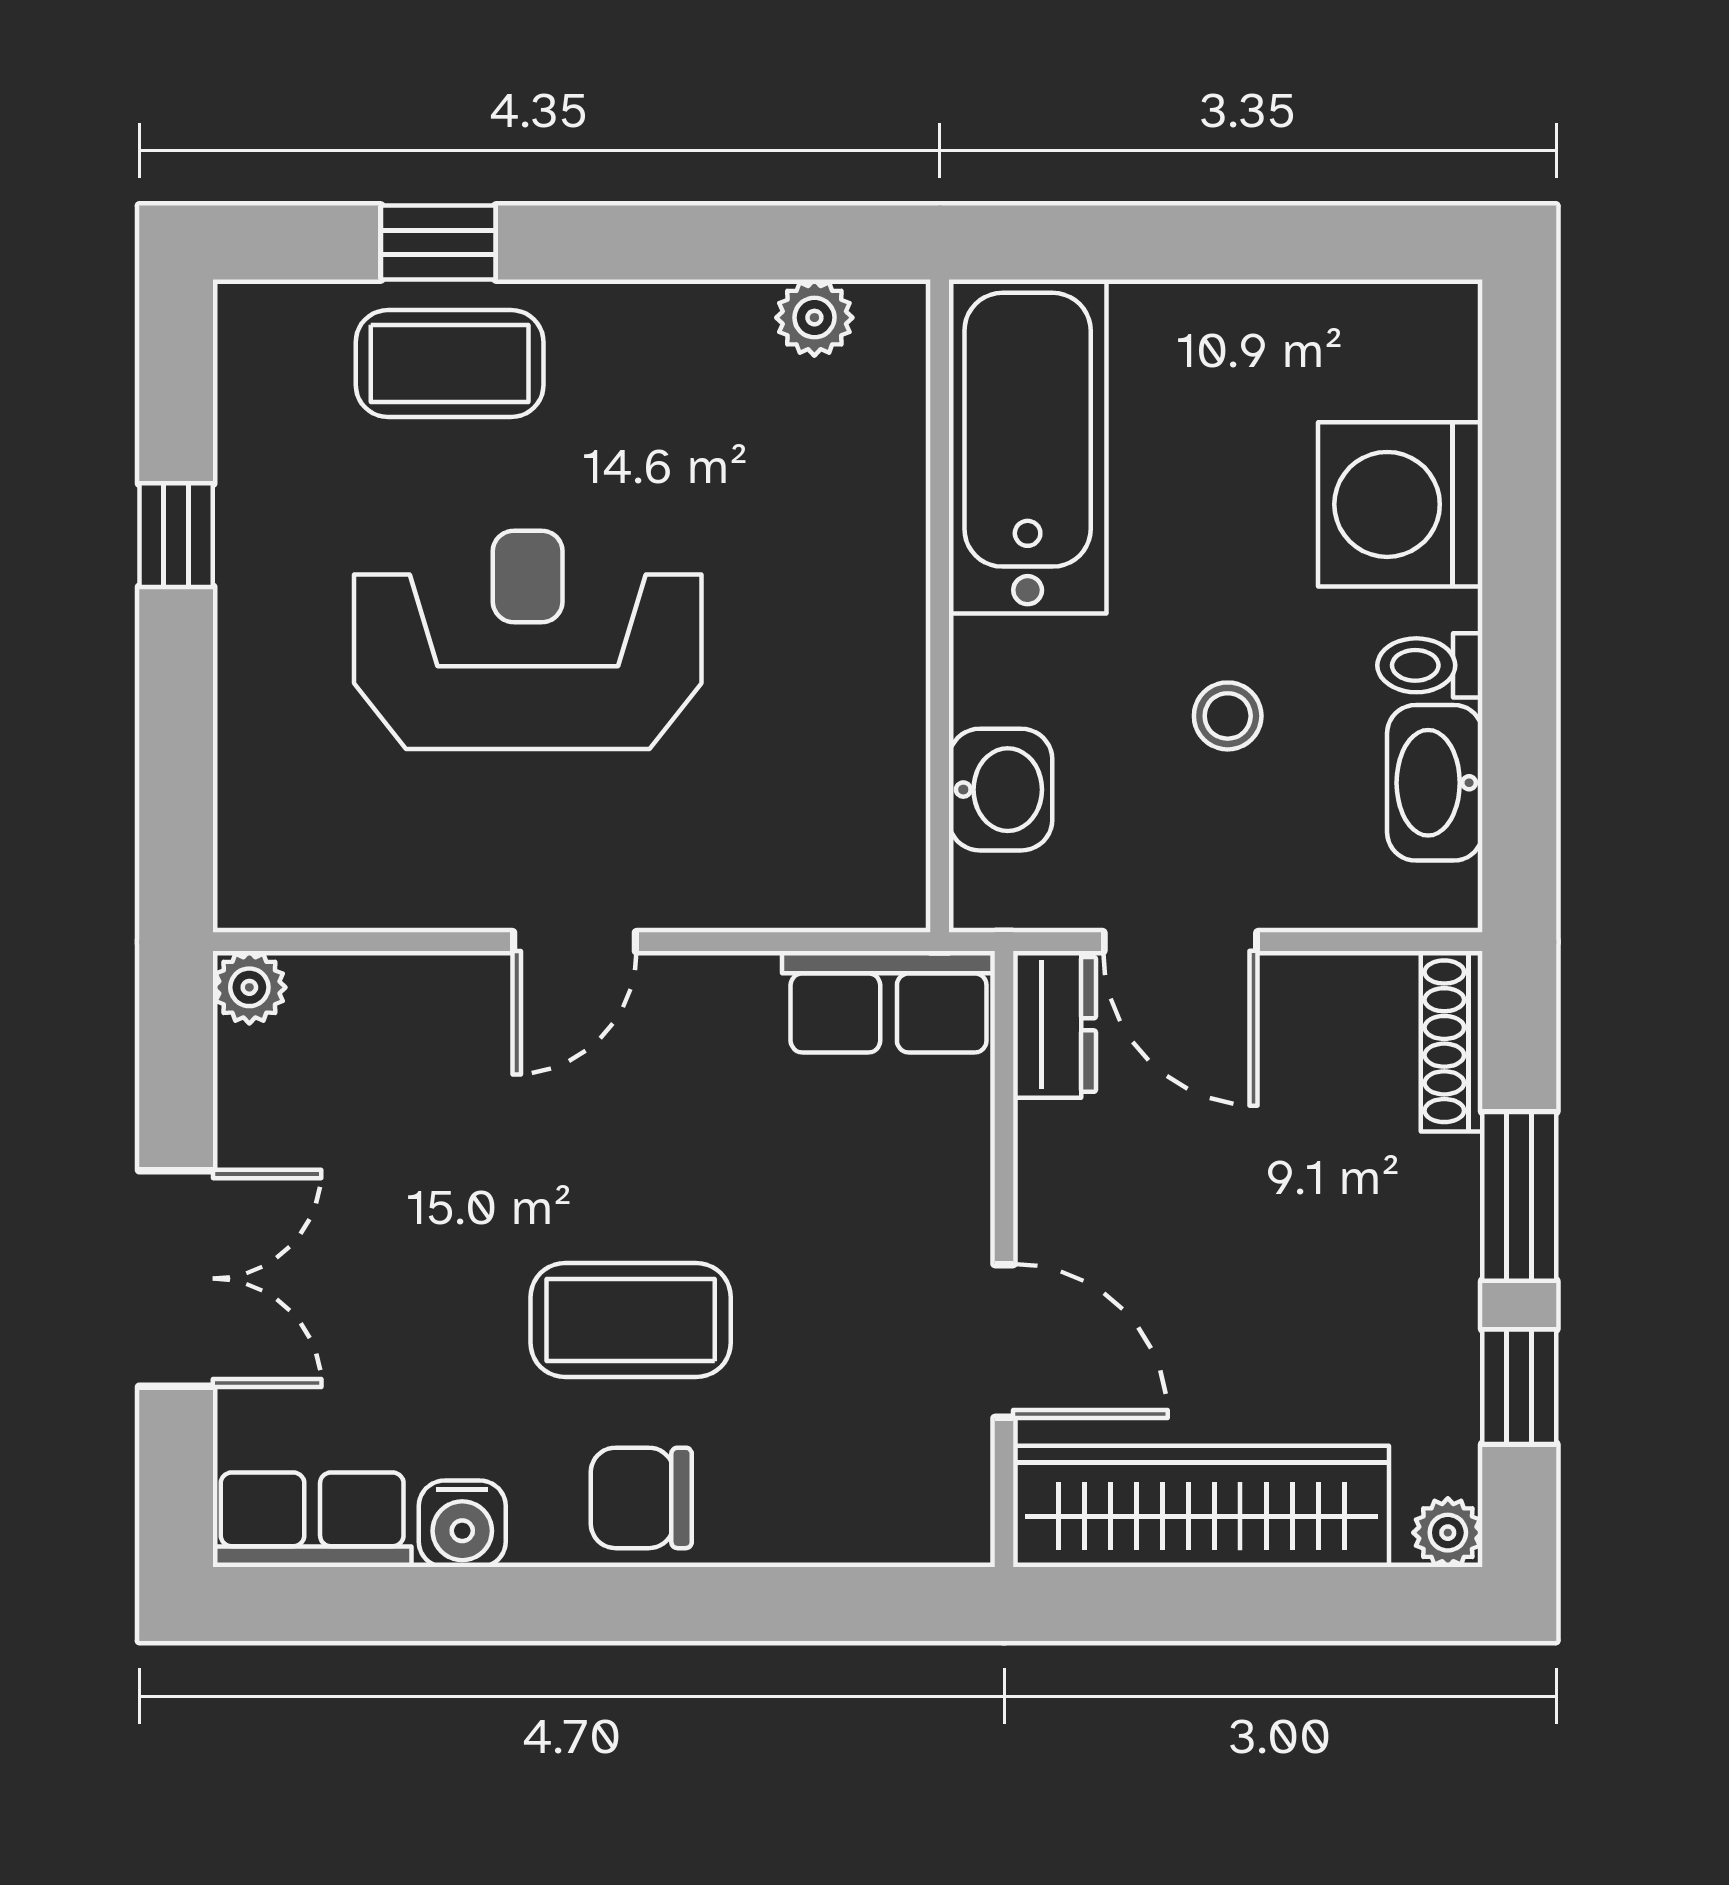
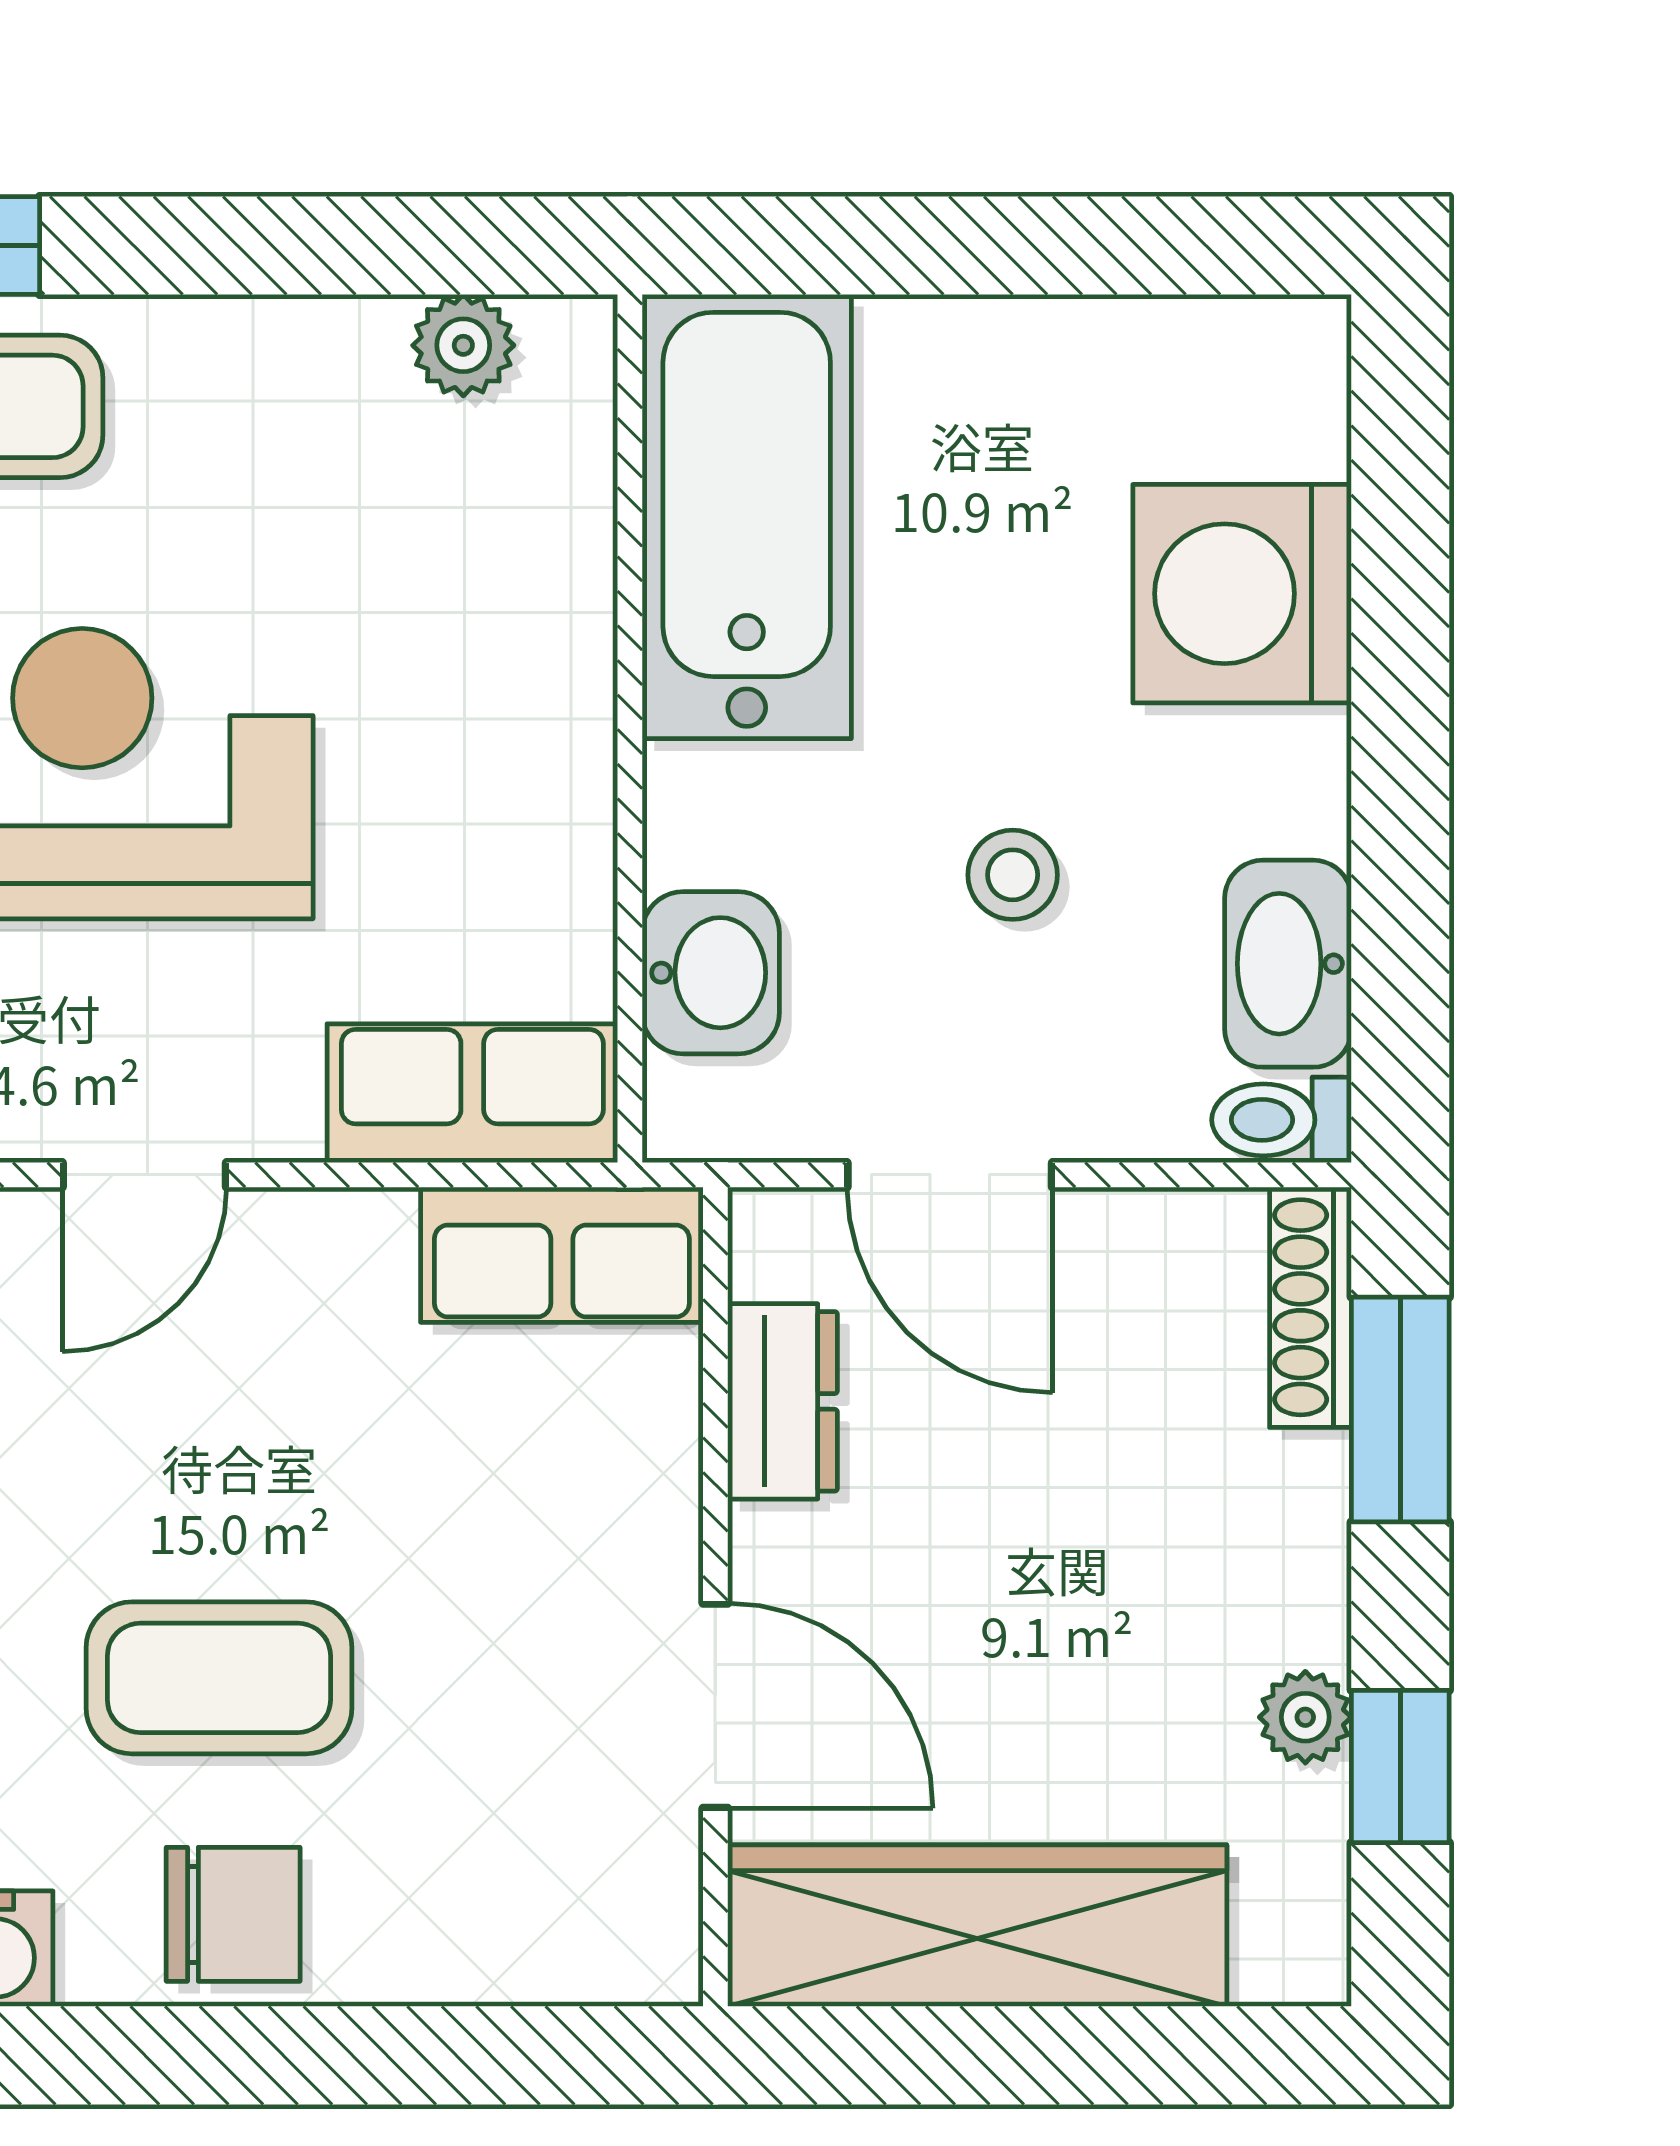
toilet: (1430, 665) -> (1282, 1120), moved
row of seats: (821, 880) -> (472, 1093), added
dresser: (1055, 1024) -> (783, 1401), moved
window: (1519, 1196) -> (1400, 1409), moved
chair: (641, 1498) -> (233, 1914), turned 180
plant: (1448, 1533) -> (1305, 1717), moved

